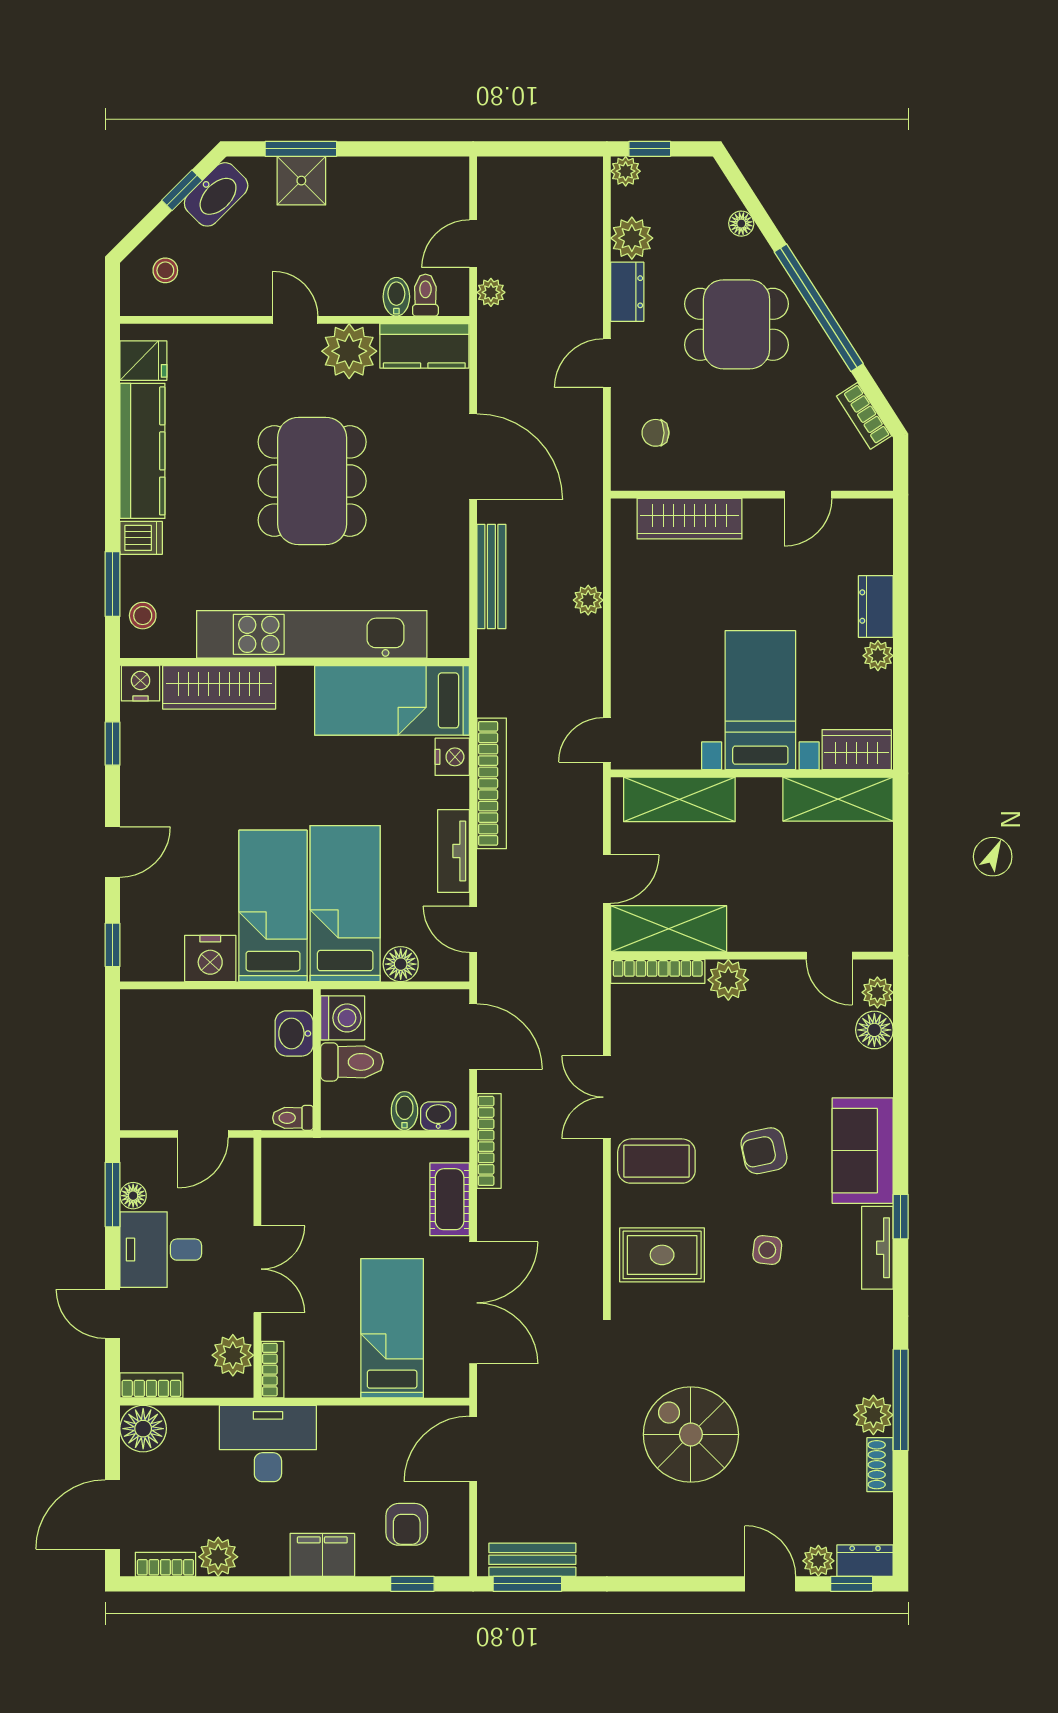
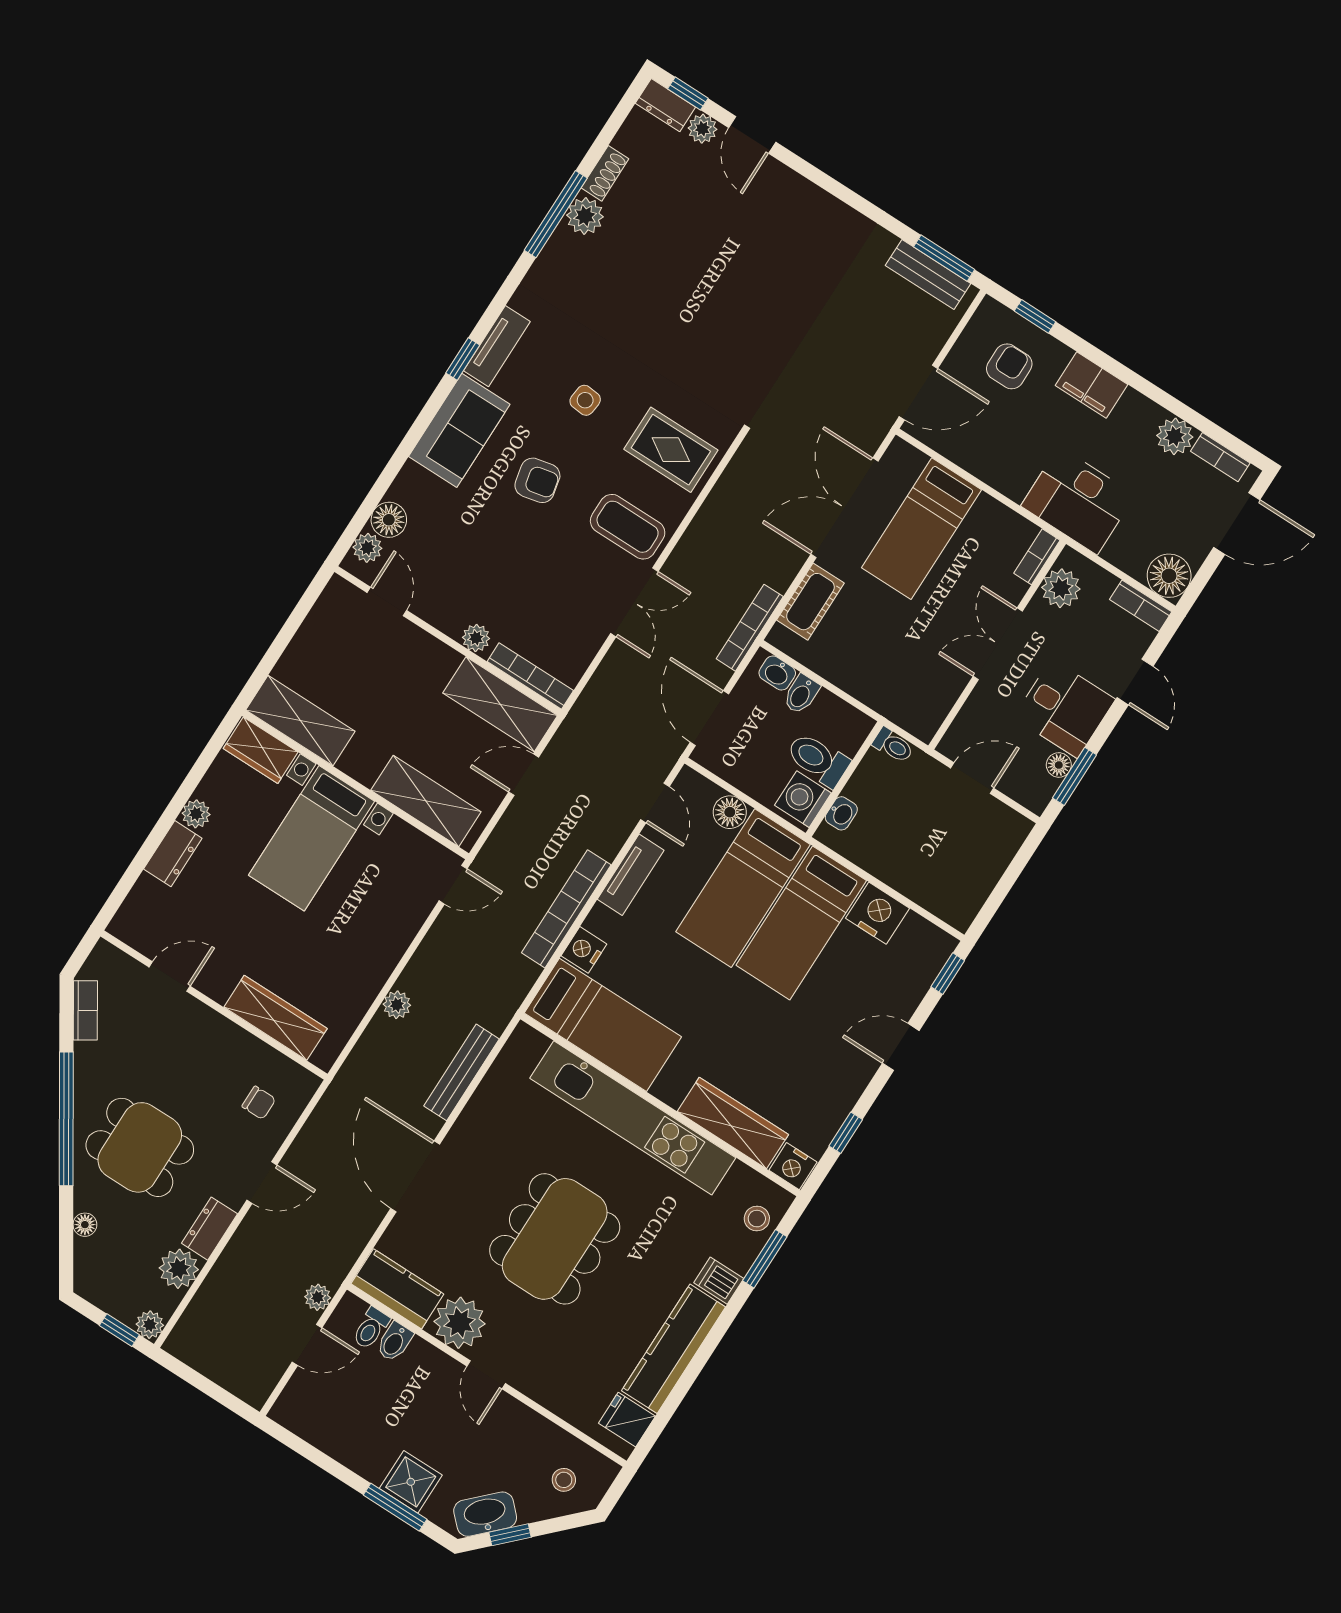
plant: (728, 980) -> (476, 638), width x0.73, depth x0.73
washbasin: (294, 1033) -> (841, 813), width x0.72, depth x0.69
spiral stairs: (691, 1434) -> (739, 293), removed

